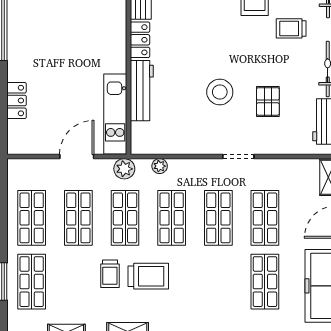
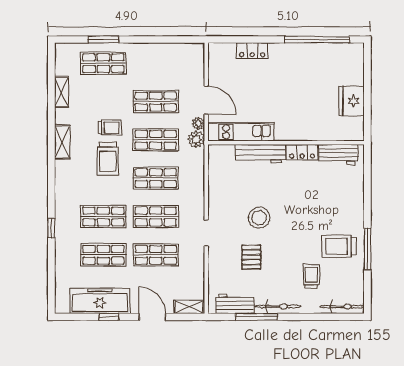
pallet: (268, 101) -> (251, 257), turned 90
plant: (160, 166) -> (198, 123), moved
shop shelf: (32, 218) -> (103, 217), moved
trolley: (110, 274) -> (110, 127), turned 180

